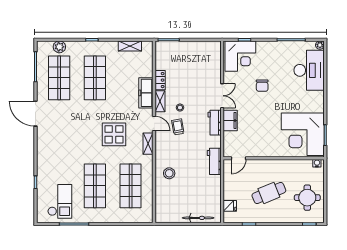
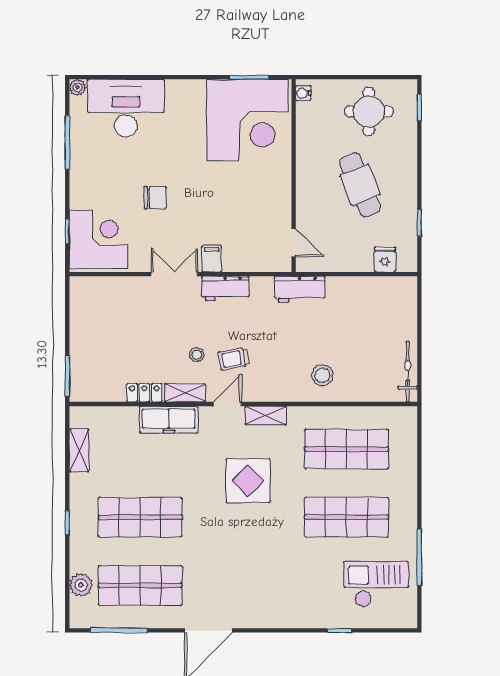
filing cabinet: (230, 120) -> (212, 259), width x0.50
bicycle: (198, 218) -> (408, 372), moved

